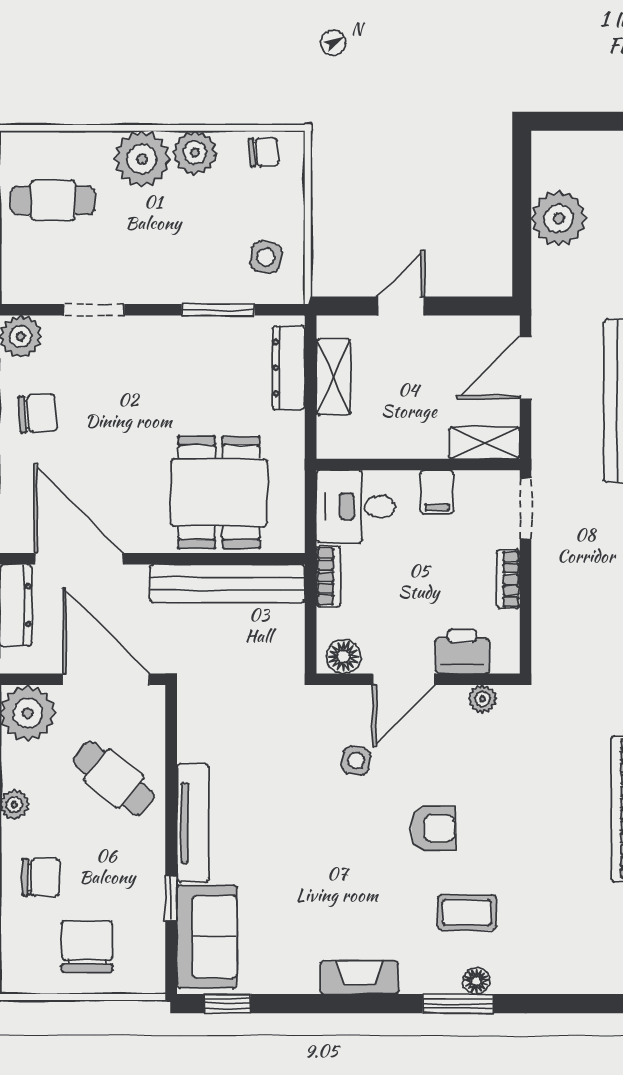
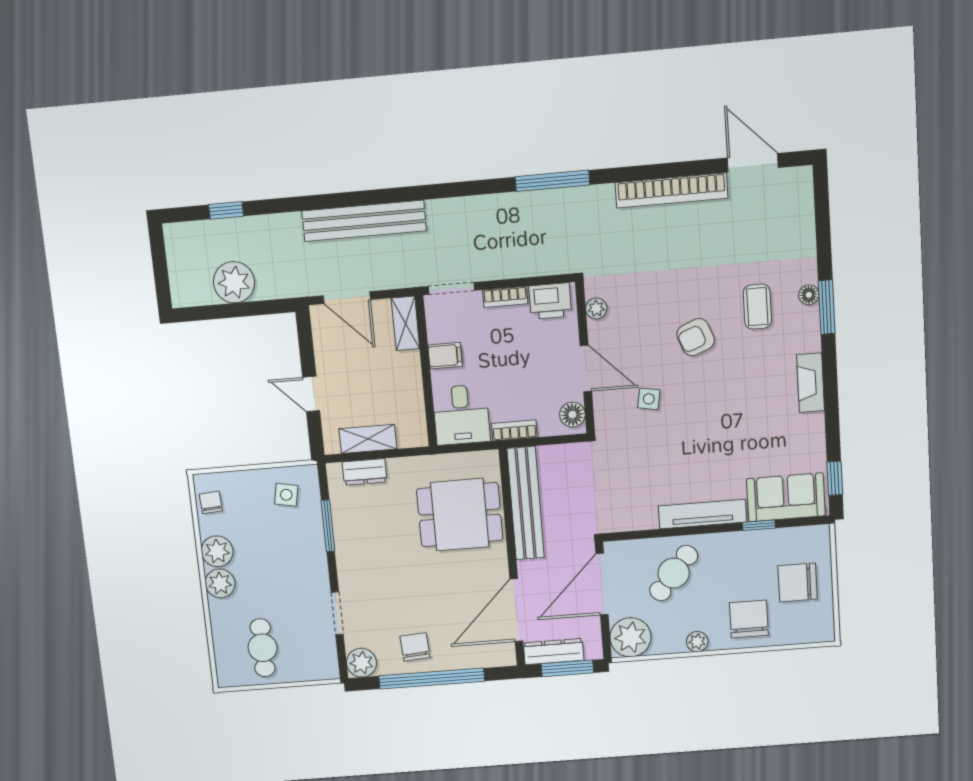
plant: (142, 159) -> (220, 583), width x0.73, depth x0.73
dresser: (289, 368) -> (365, 472), width x0.70
printer: (462, 651) -> (550, 301), moved, turned -90
armchair: (433, 828) -> (696, 337), turned -111
chair: (41, 877) -> (749, 619), width x1.37, depth x1.37

